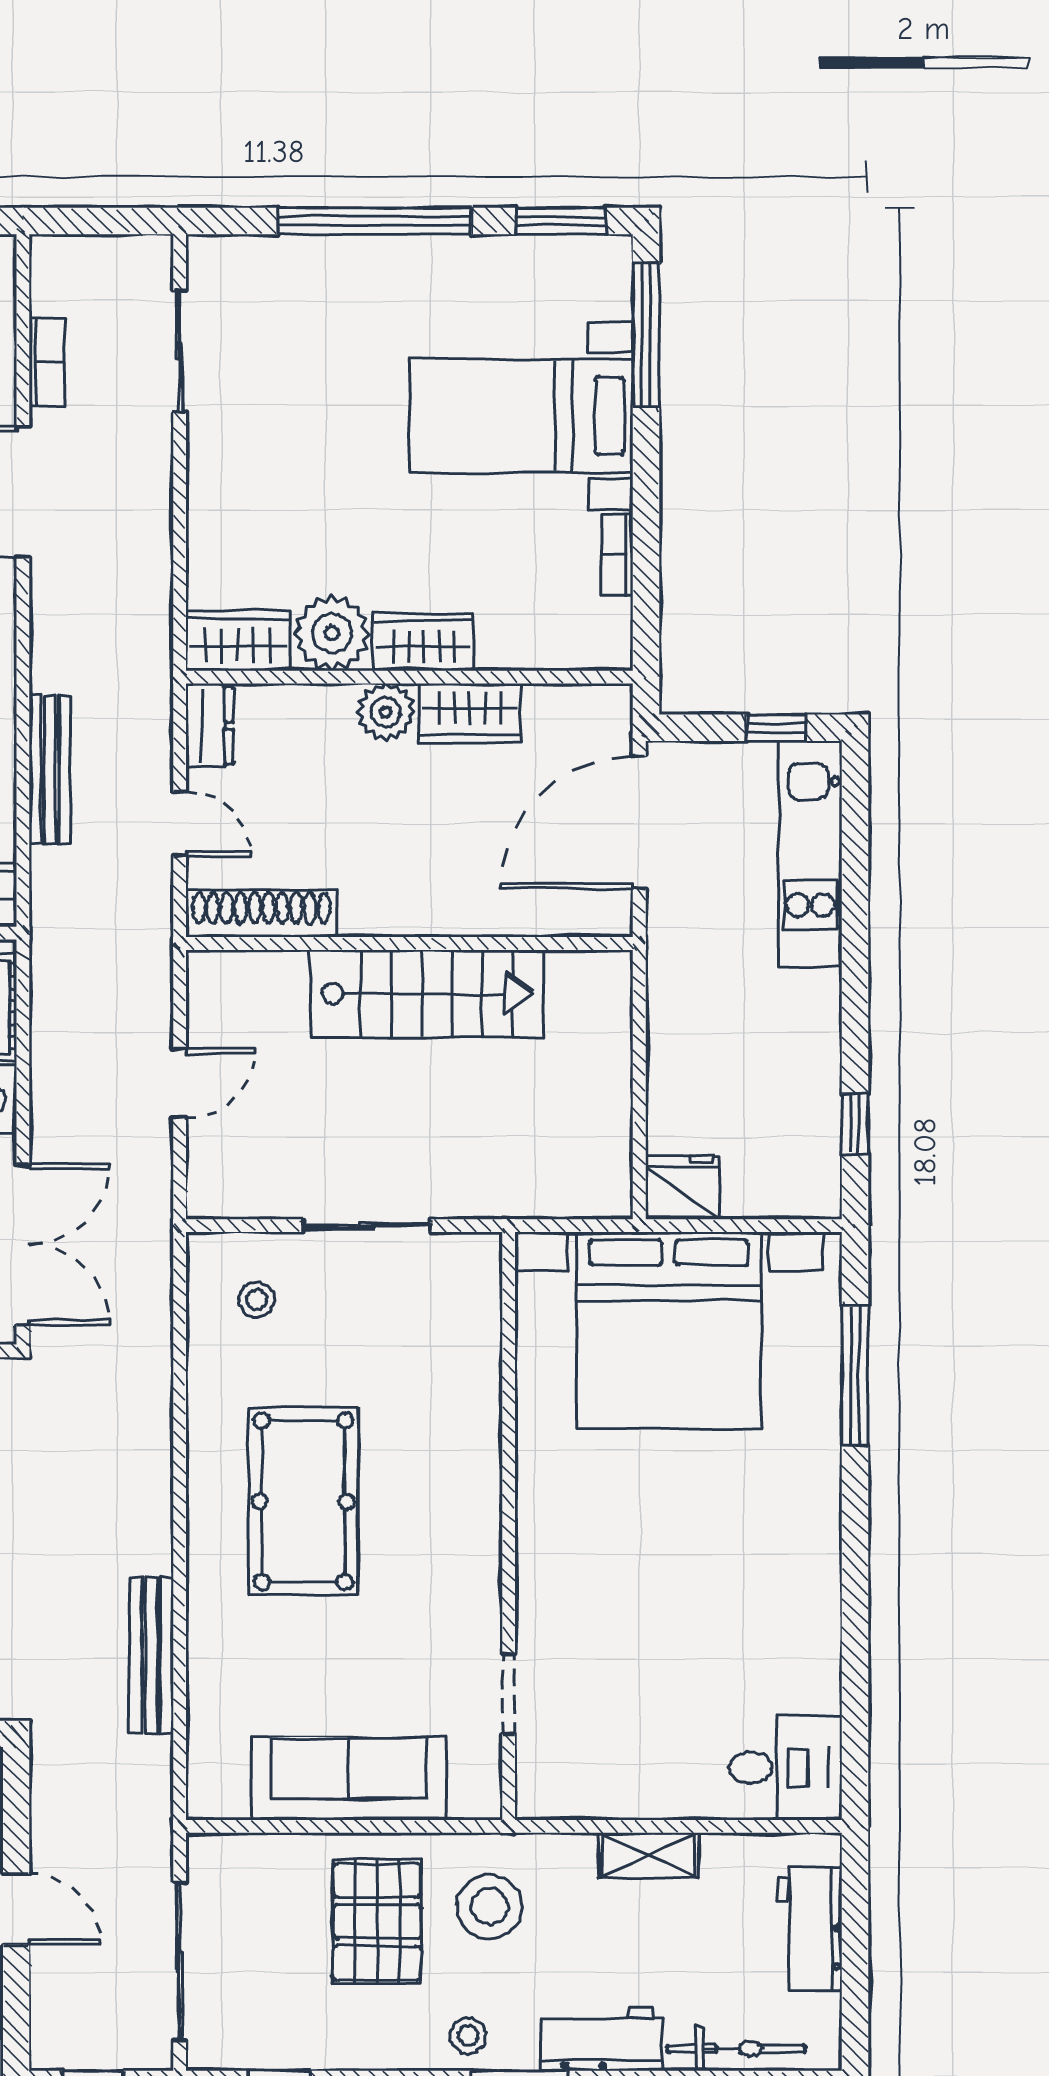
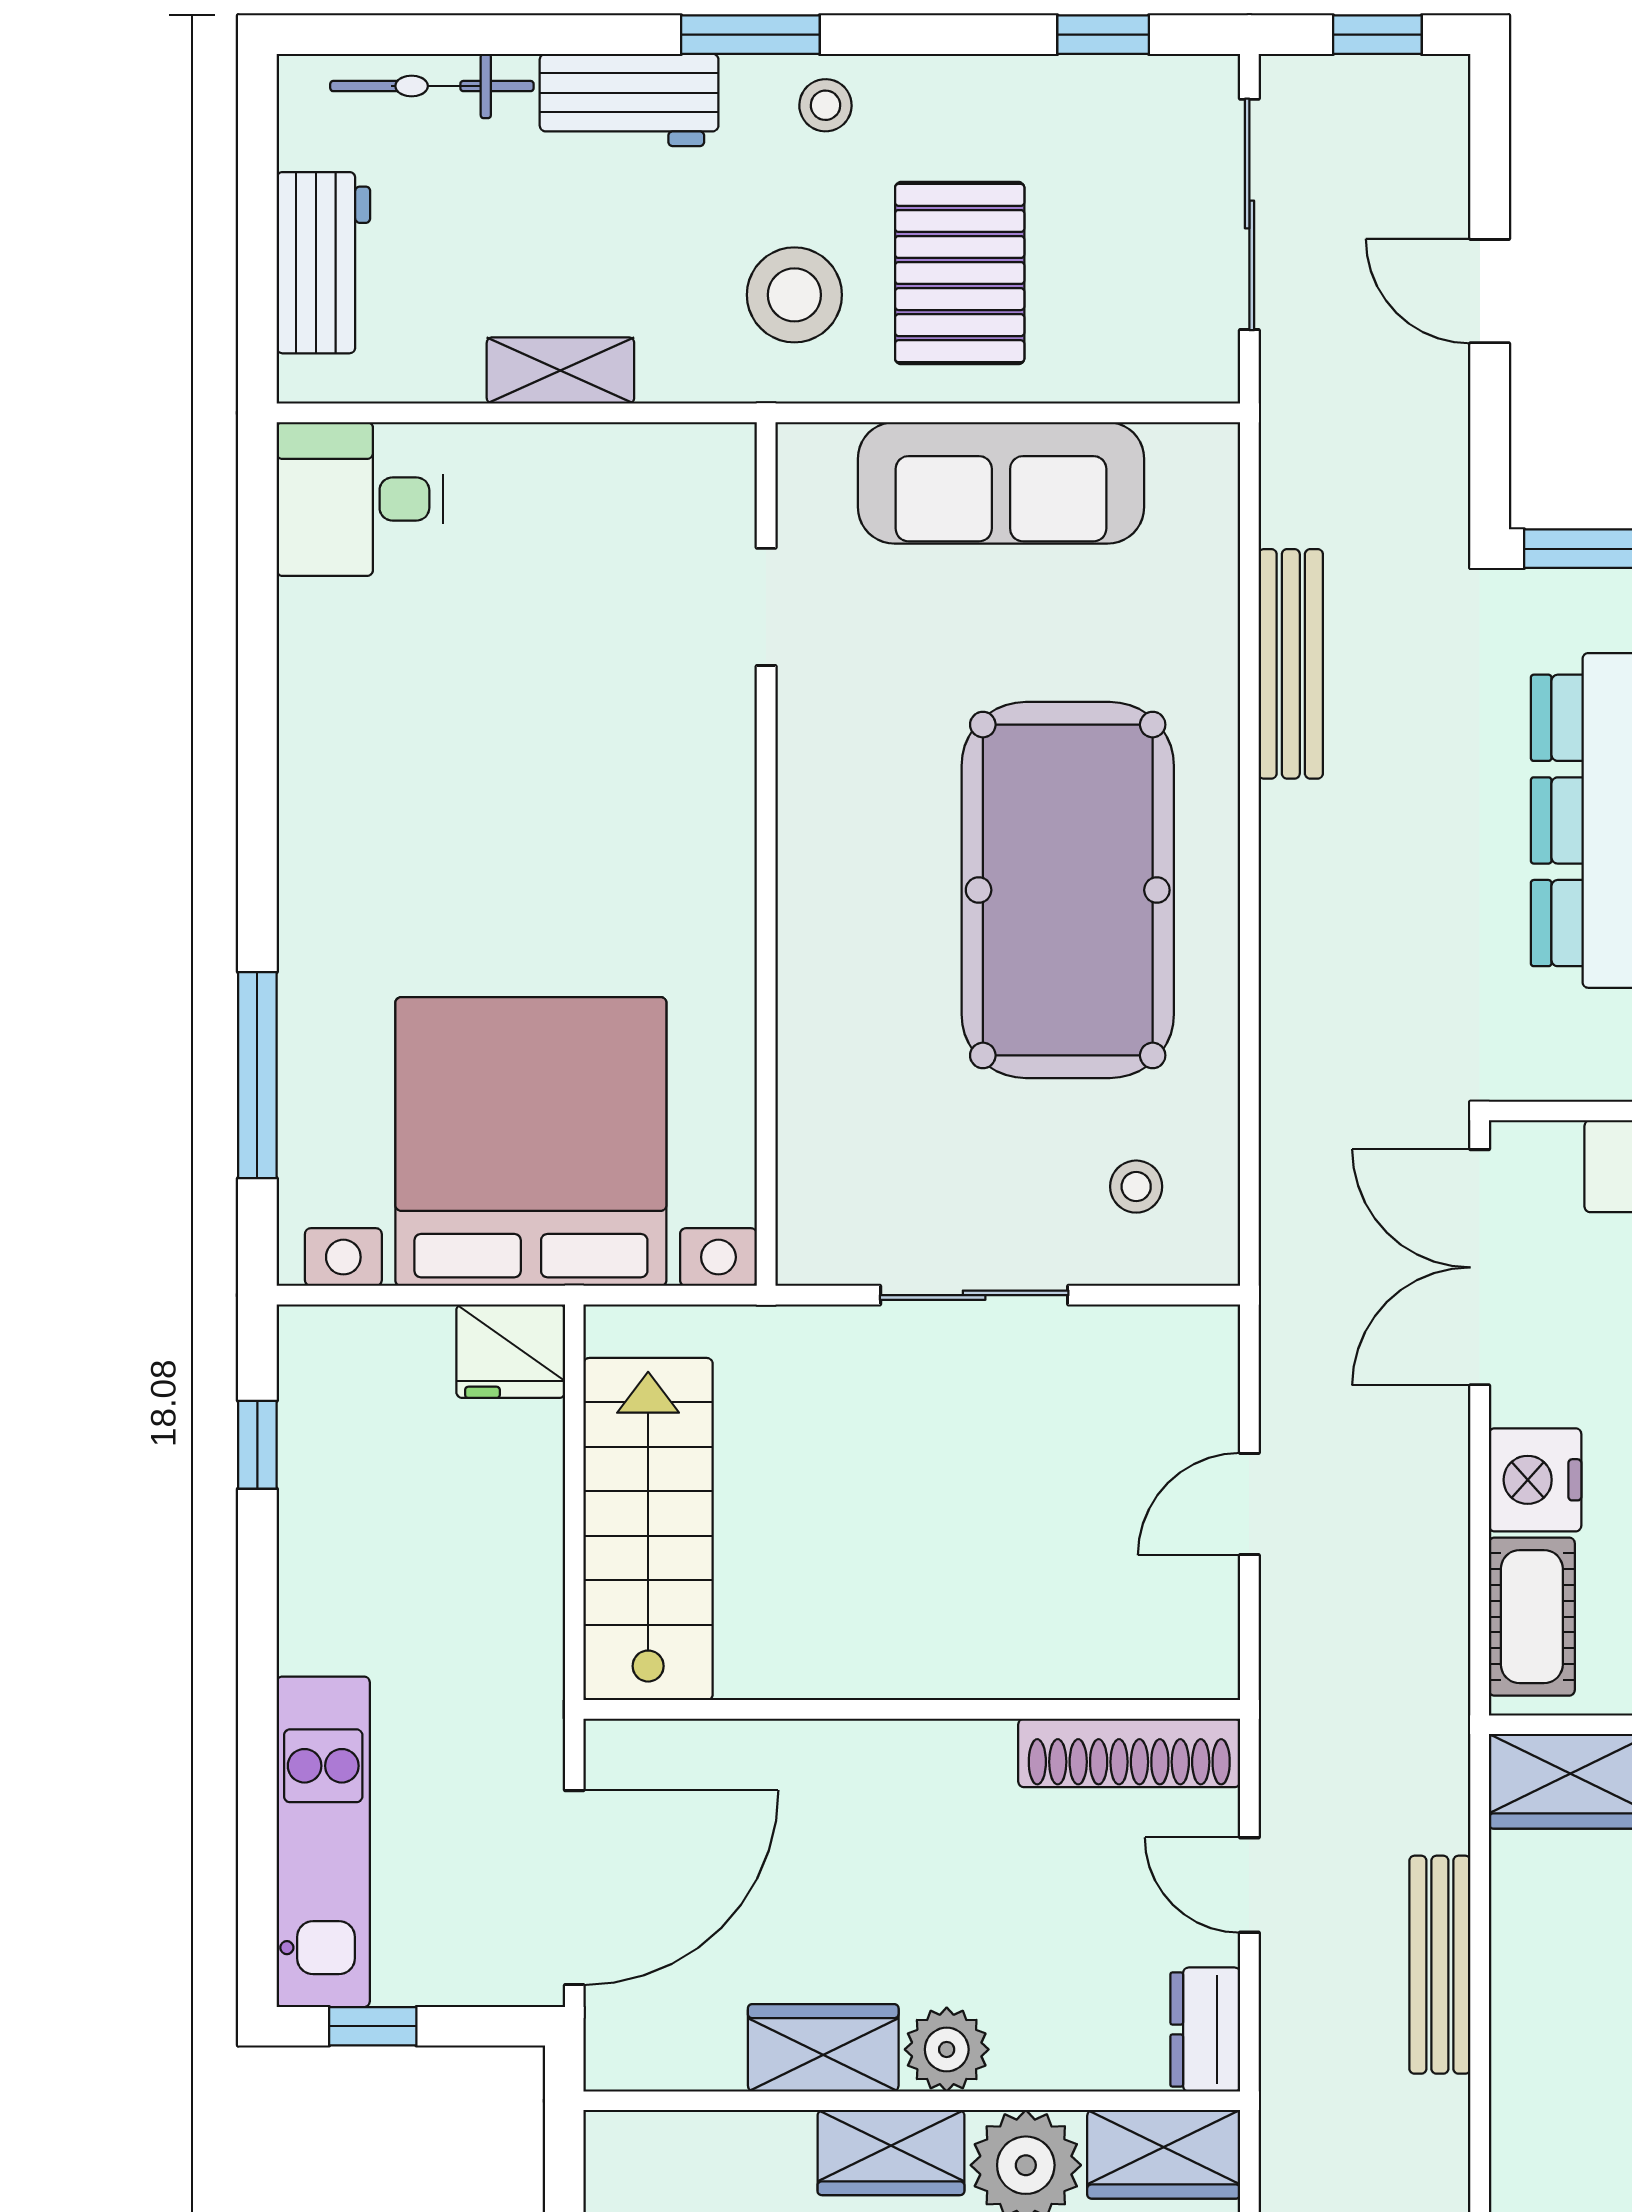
stairs: (426, 994) -> (648, 1529), moved, turned 90
pool table: (303, 1501) -> (1068, 890), width x1.36, depth x1.32

